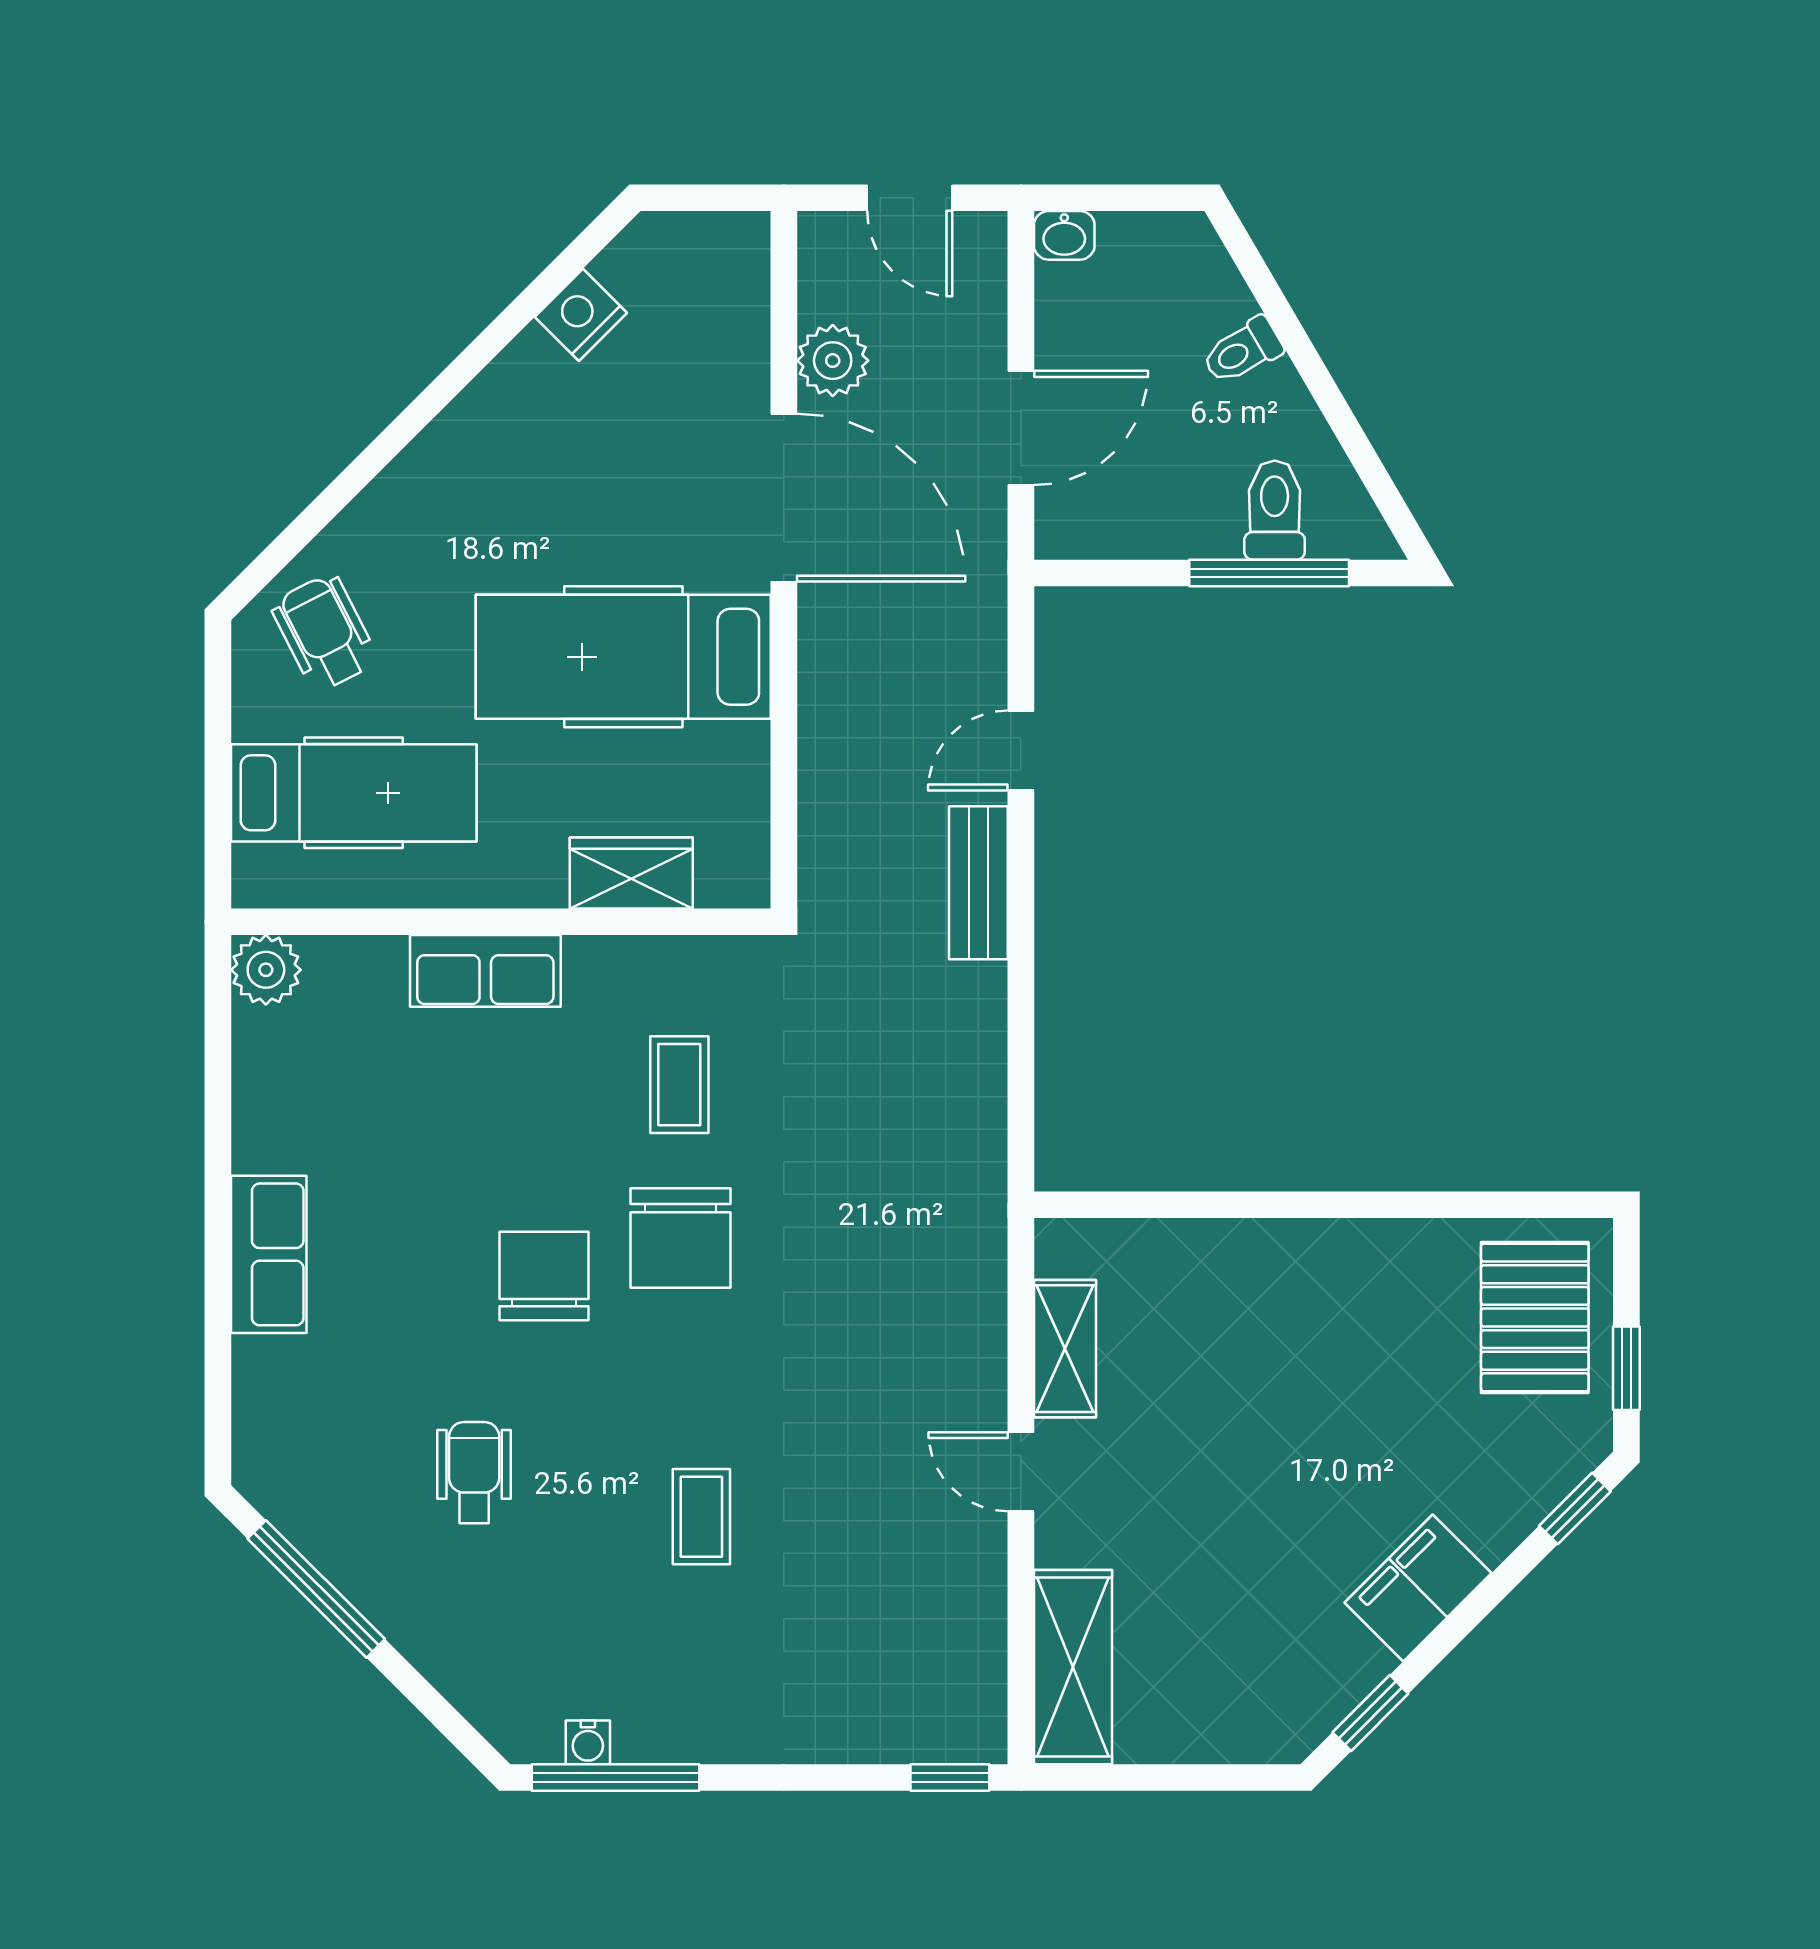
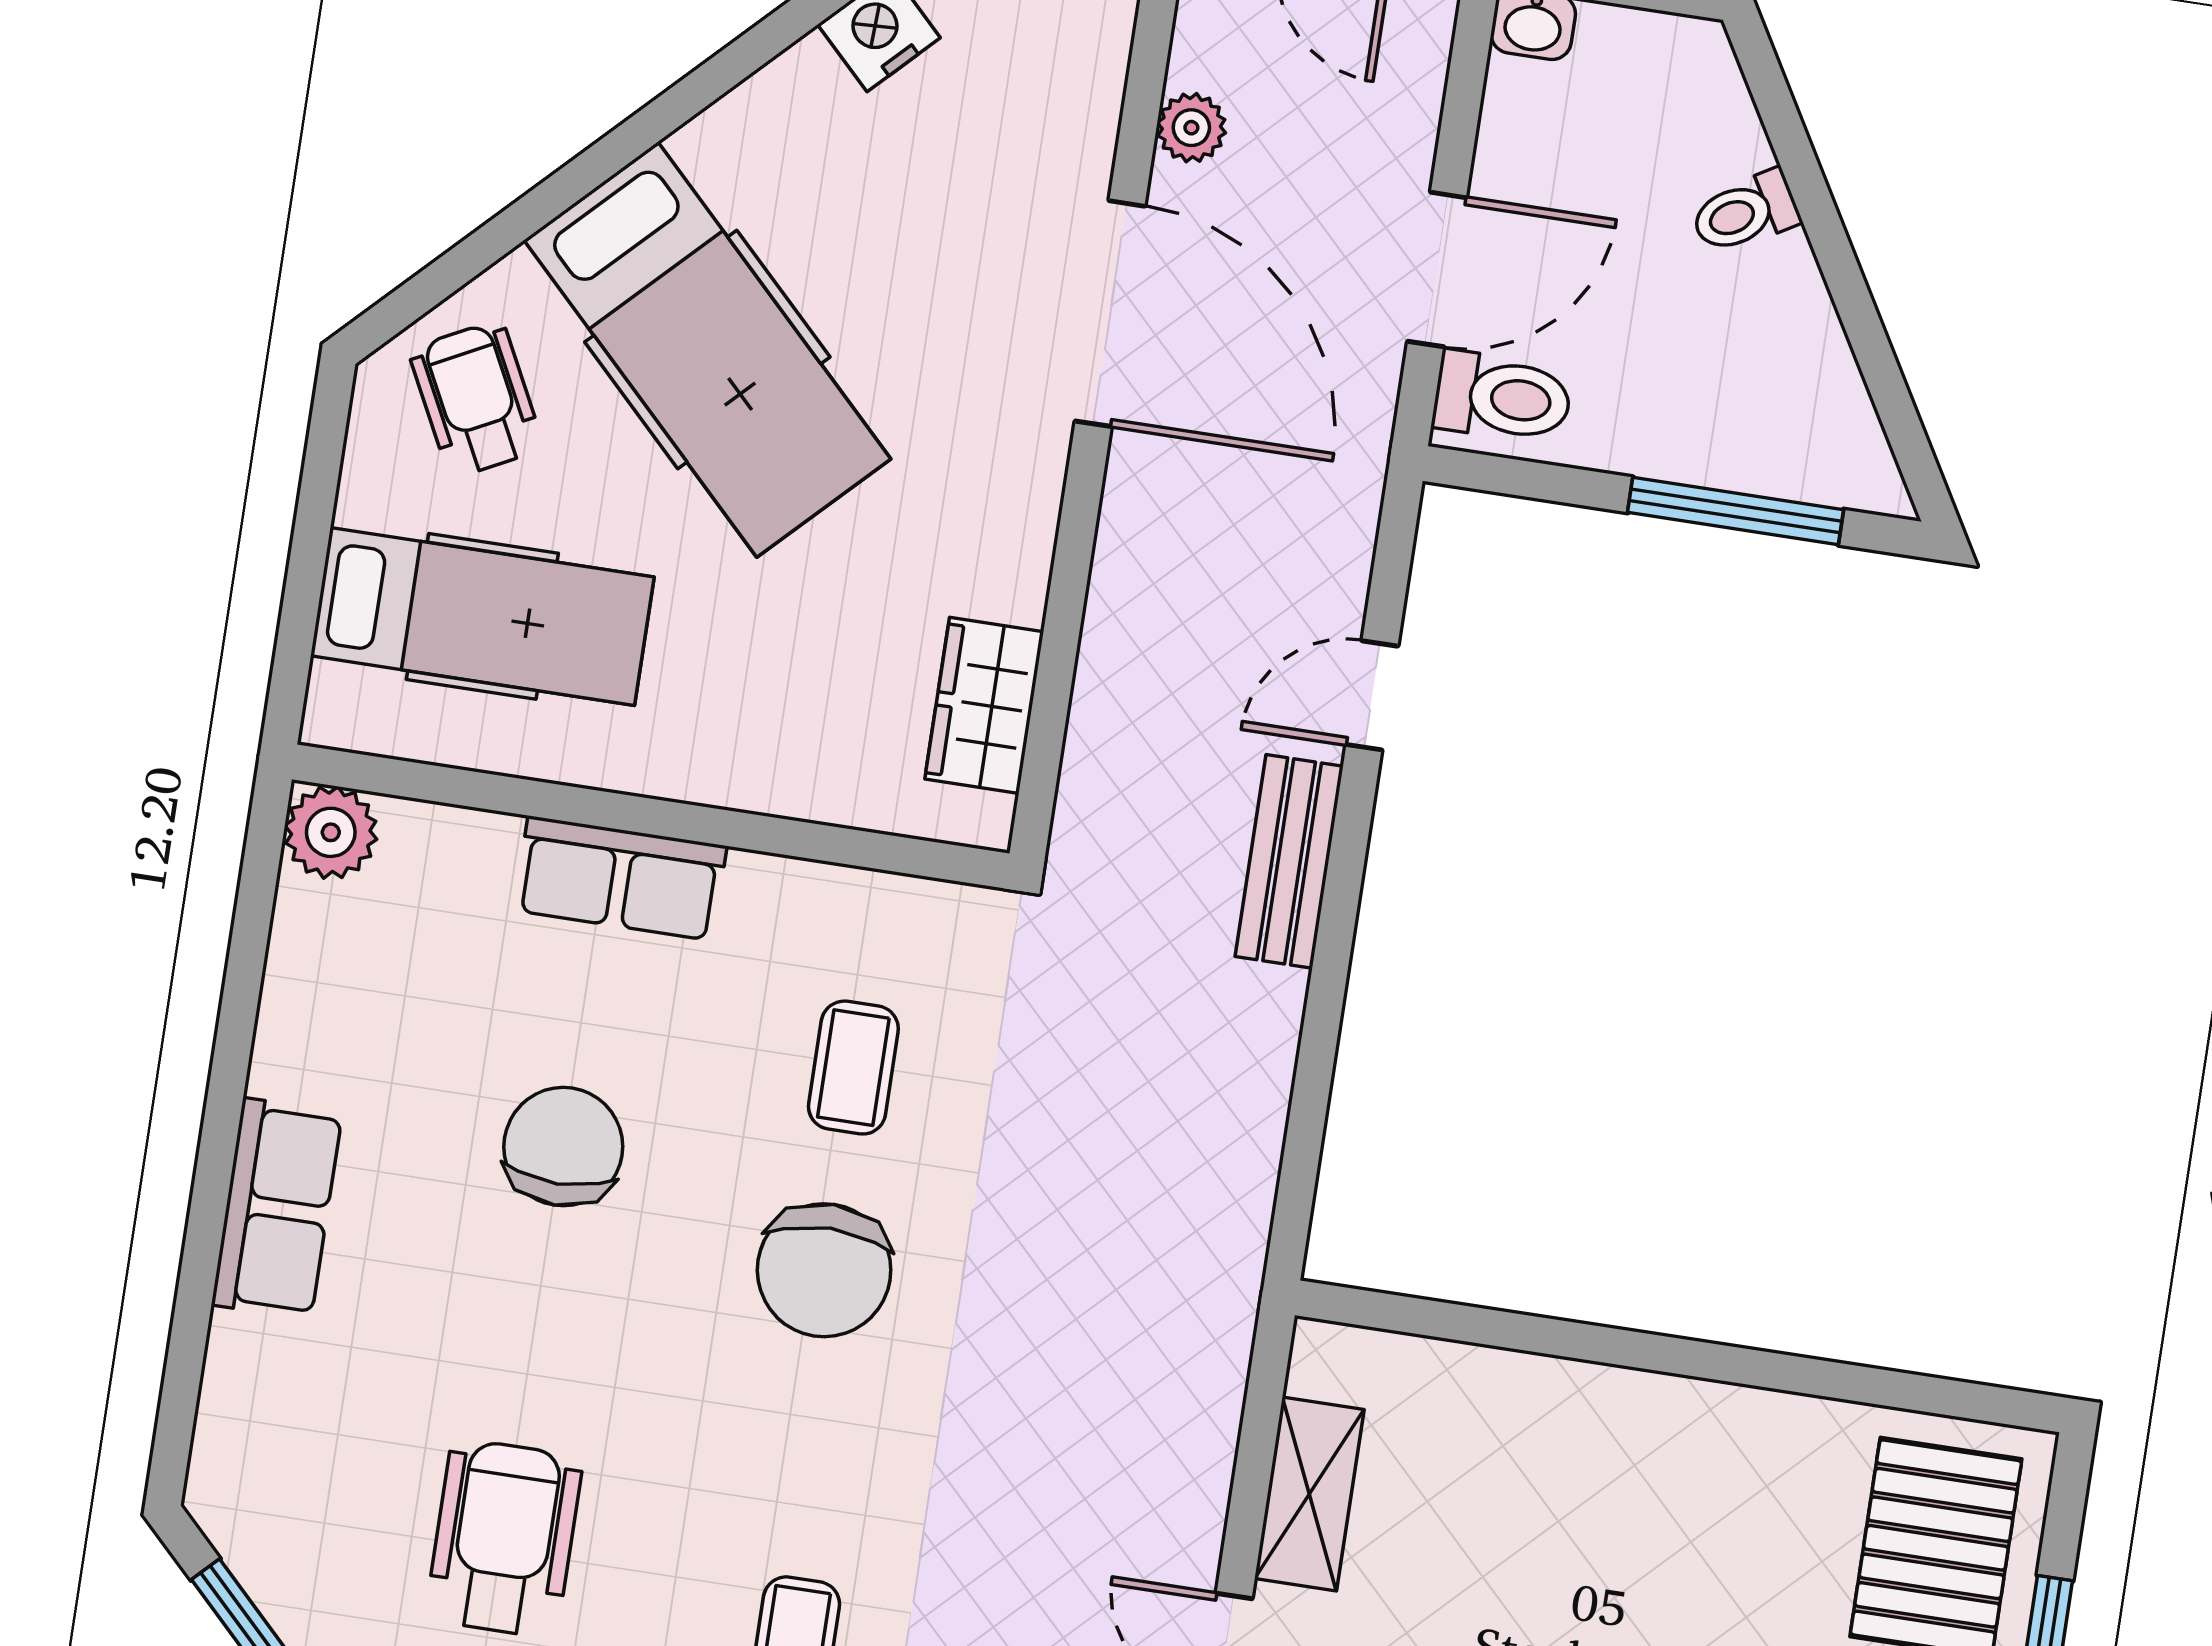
plant: (833, 361) -> (1191, 128), width x0.73, depth x0.73
toilet: (1275, 510) -> (1502, 397), moved, turned 90
hospital bed: (623, 657) -> (707, 350), moved, turned -135
wardrobe: (631, 873) -> (984, 705), moved, turned -90
chair: (544, 1276) -> (563, 1147), moved
wheelchair: (474, 1472) -> (504, 1538), width x1.36, depth x1.37

